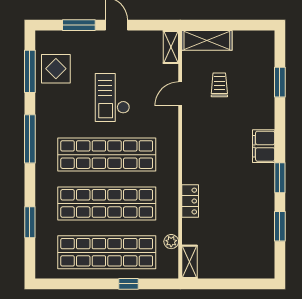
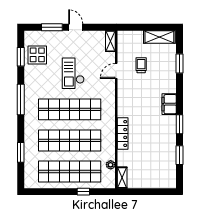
shelving: (207, 40) -> (159, 37), moved
window: (30, 71) -> (21, 57), width x0.69
locker: (190, 201) -> (123, 134), width x1.53

